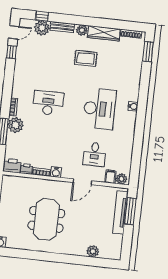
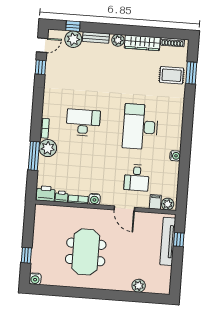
window: (148, 52) -> (191, 73), moved
rug: (86, 58) -> (172, 75), moved
water cooler: (133, 106) -> (175, 156), moved
desk: (99, 109) -> (140, 127), turned 180
door: (82, 182) -> (124, 209), hinge flipped
window: (130, 211) -> (179, 240), width x0.46

